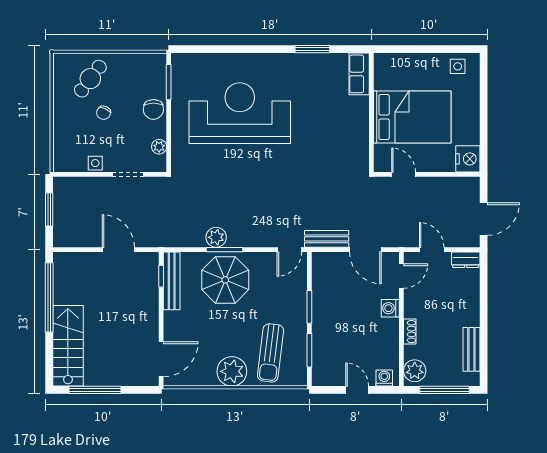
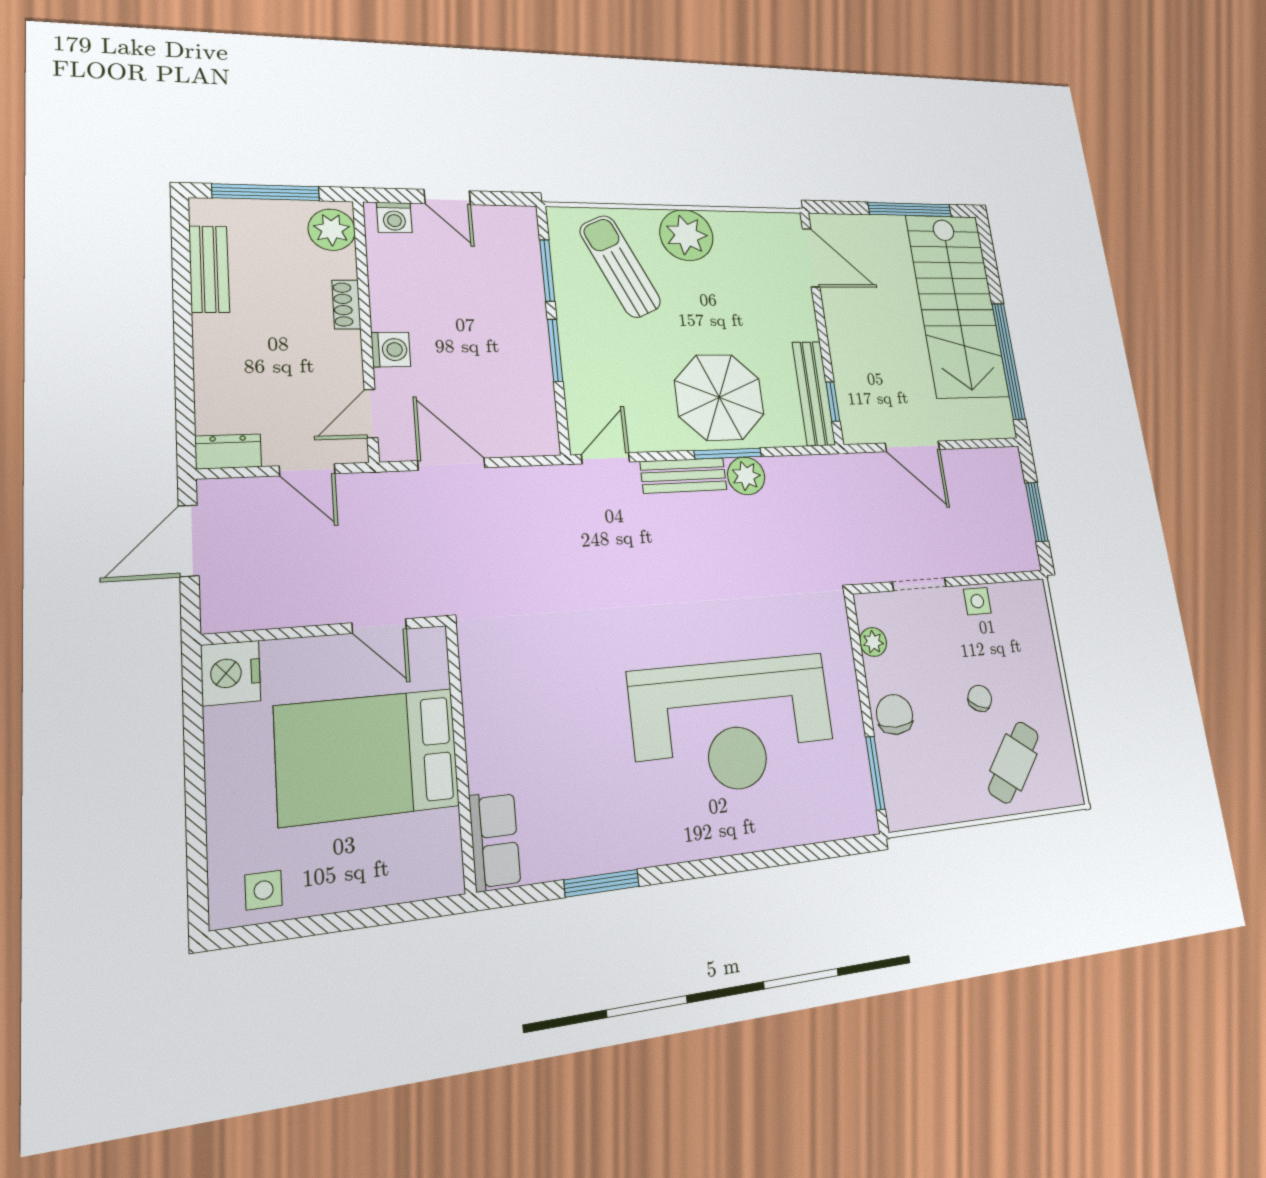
bench: (327, 239) -> (684, 476), moved
stairs: (68, 346) -> (957, 305), width x1.36, depth x1.51
sun lounger: (271, 353) -> (620, 266), turned -32
door: (161, 359) -> (811, 258), swing flipped

